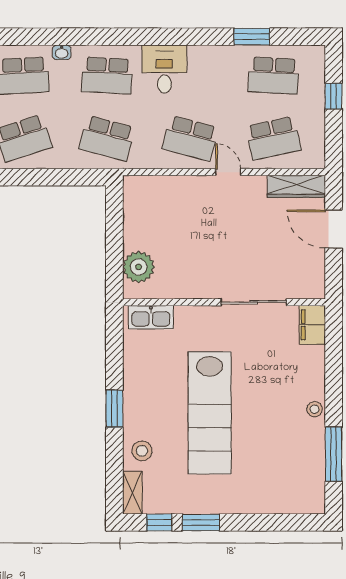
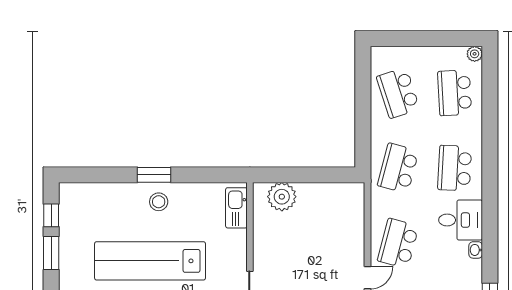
washbasin: (62, 52) -> (476, 250), moved
stool: (142, 451) -> (159, 202), moved
shelving: (132, 493) -> (78, 191), removed

